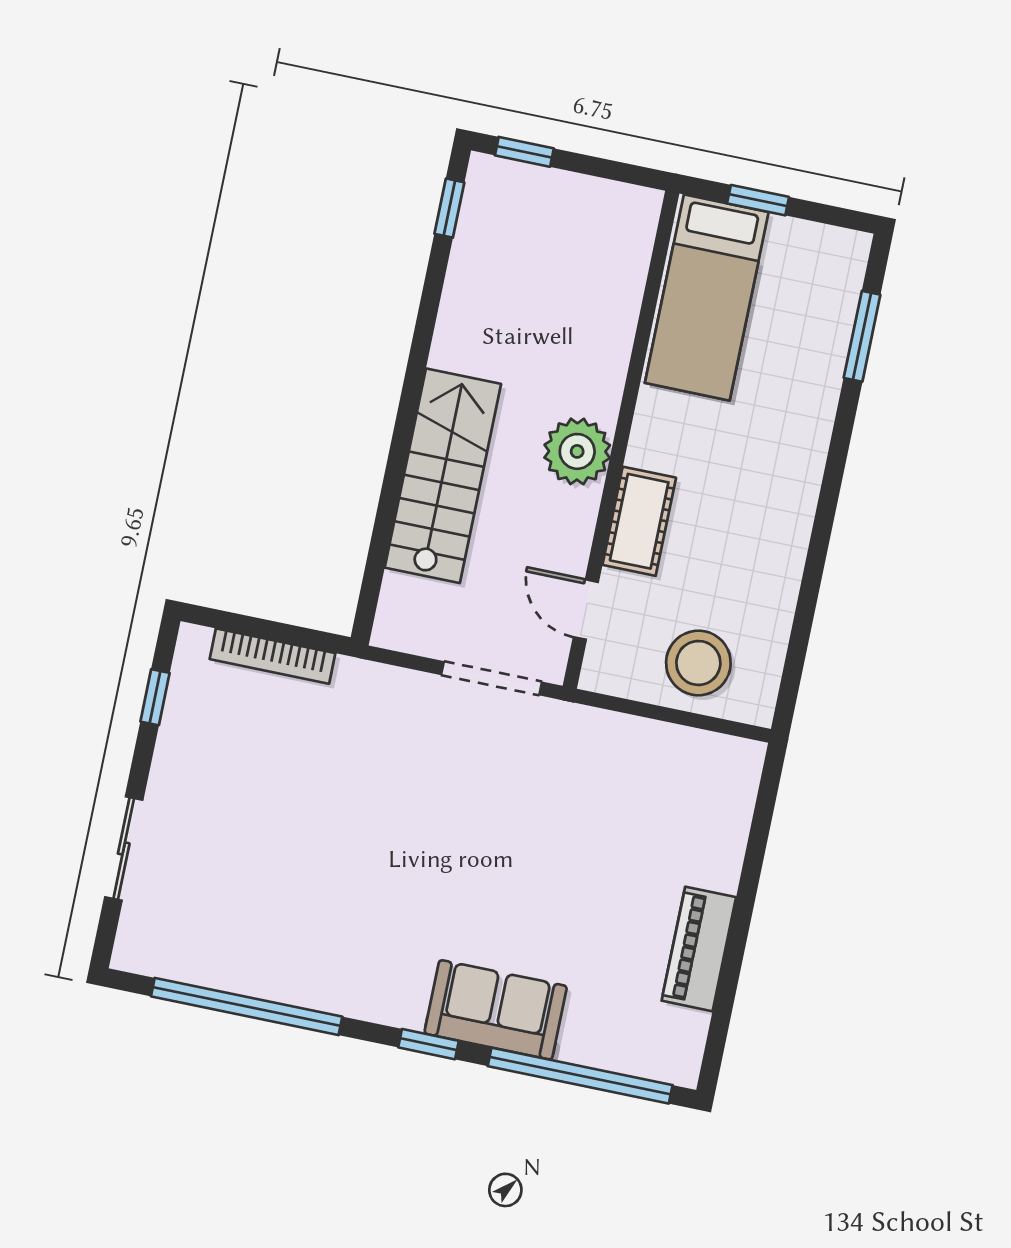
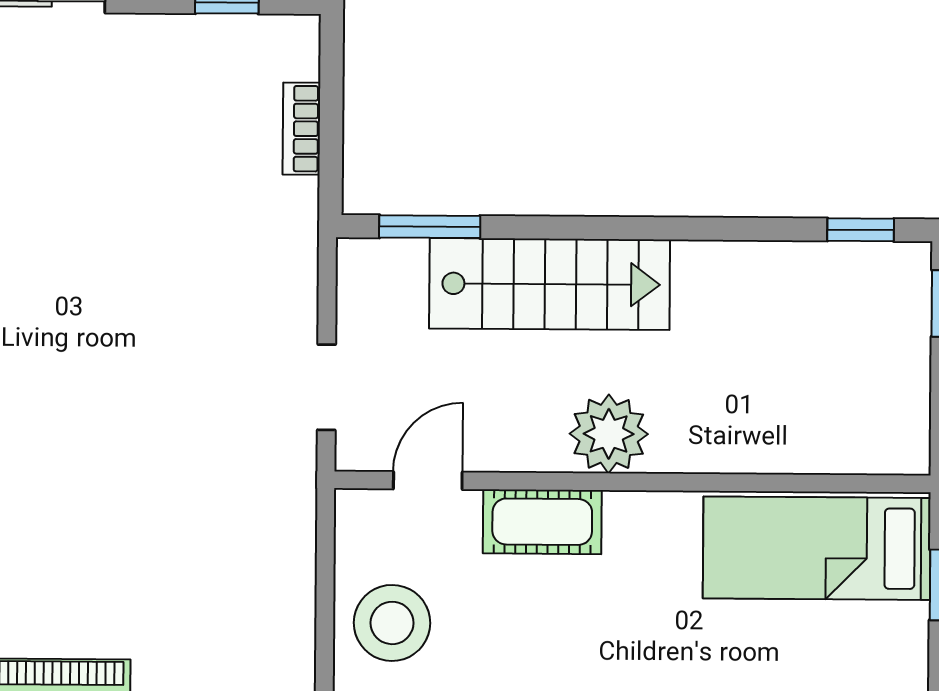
window: (375, 566) -> (430, 227), added
bookcase: (272, 656) -> (301, 129), width x0.64
doorway: (492, 678) -> (326, 387), width x0.73

